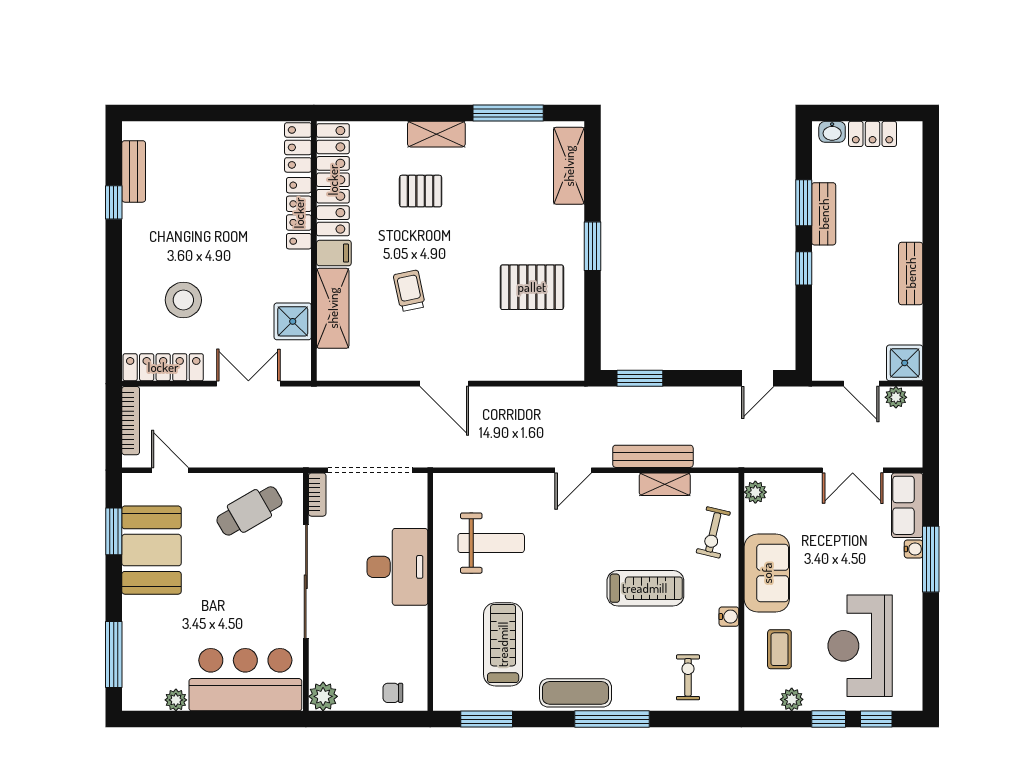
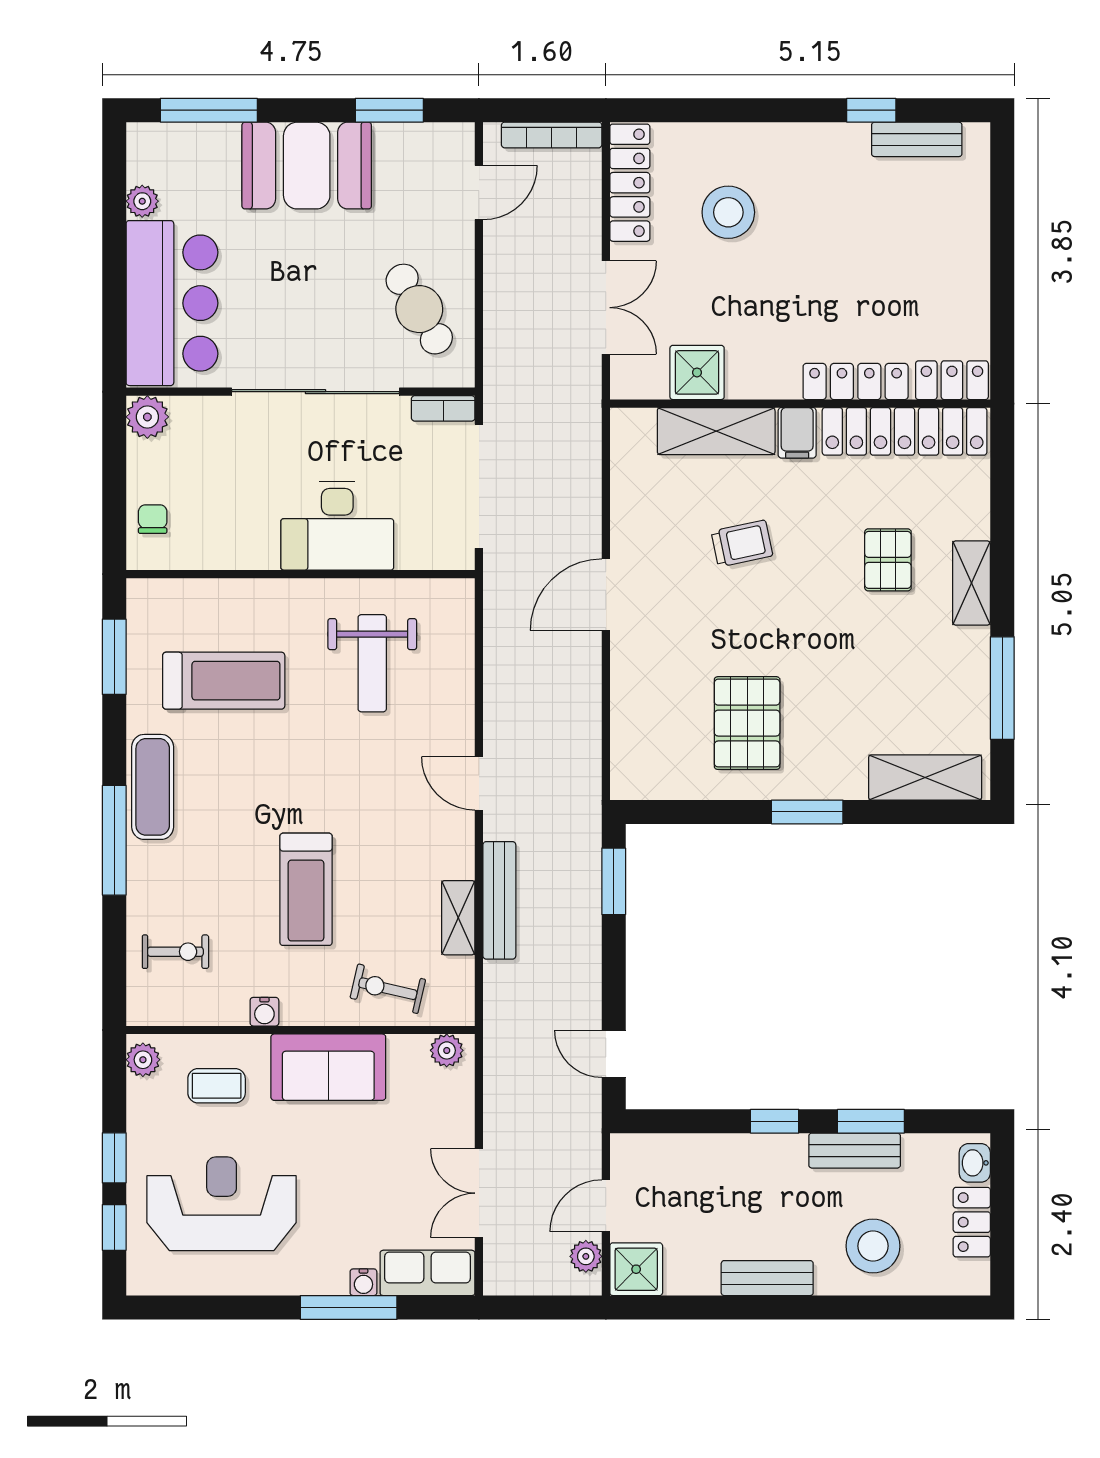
stool: (889, 201) -> (873, 1246), added
booth: (151, 550) -> (307, 166), moved
plant: (792, 699) -> (143, 1060), moved

